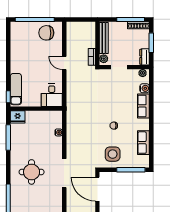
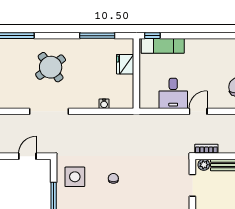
desk: (52, 95) -> (173, 93), moved, turned -90
fridge: (18, 117) -> (125, 64), moved
round table: (32, 172) -> (51, 67), turned -37
door: (97, 189) -> (27, 156), width x0.53

